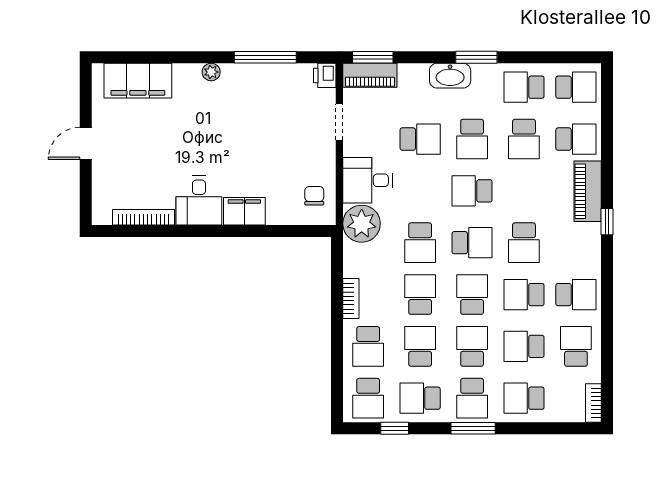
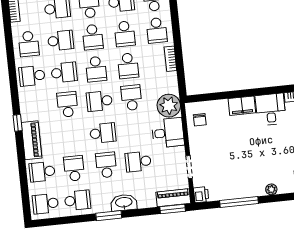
school desk: (368, 346) -> (157, 30), turned 180

